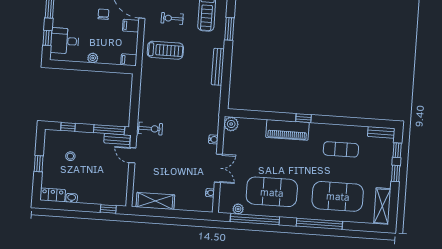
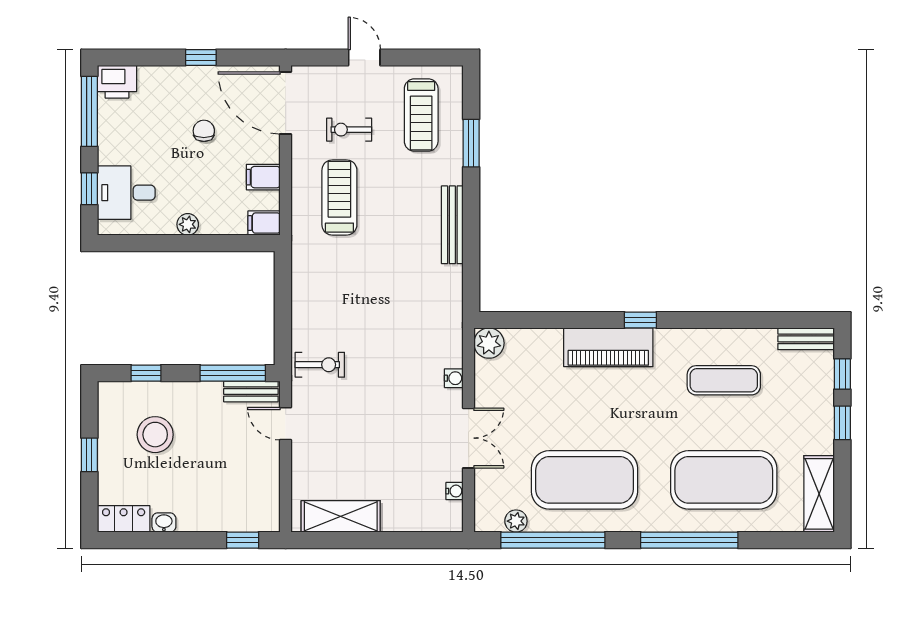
filing cabinet: (131, 26) -> (263, 177), moved
treadmill: (165, 50) -> (339, 198), turned -90
stool: (70, 156) -> (155, 435), width x1.89, depth x1.89

